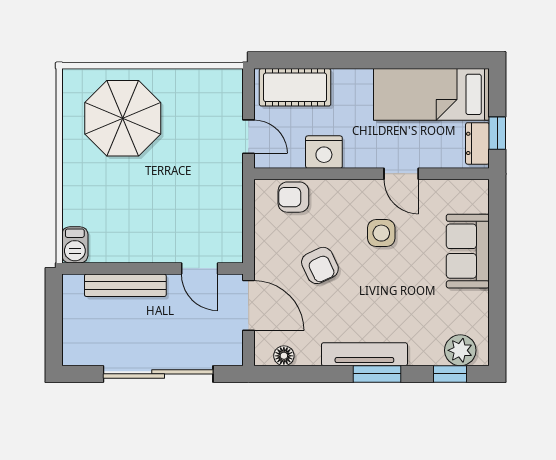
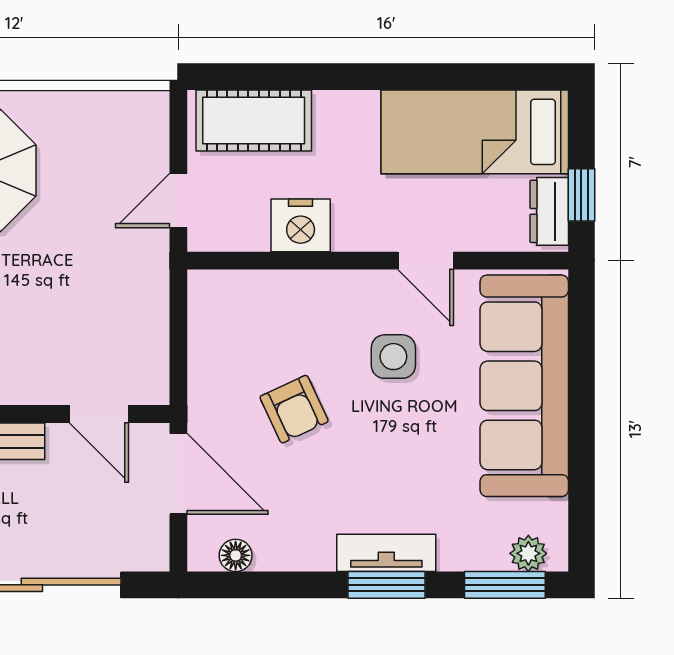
door: (249, 137) -> (178, 200), swing flipped
armchair: (293, 197) -> (251, 298), removed
sofa: (468, 251) -> (524, 386), width x1.85, depth x1.27
plant: (460, 350) -> (528, 553), width x0.73, depth x0.73
tv unit: (364, 354) -> (386, 553), width x0.71
window: (450, 374) -> (505, 585), width x1.50

